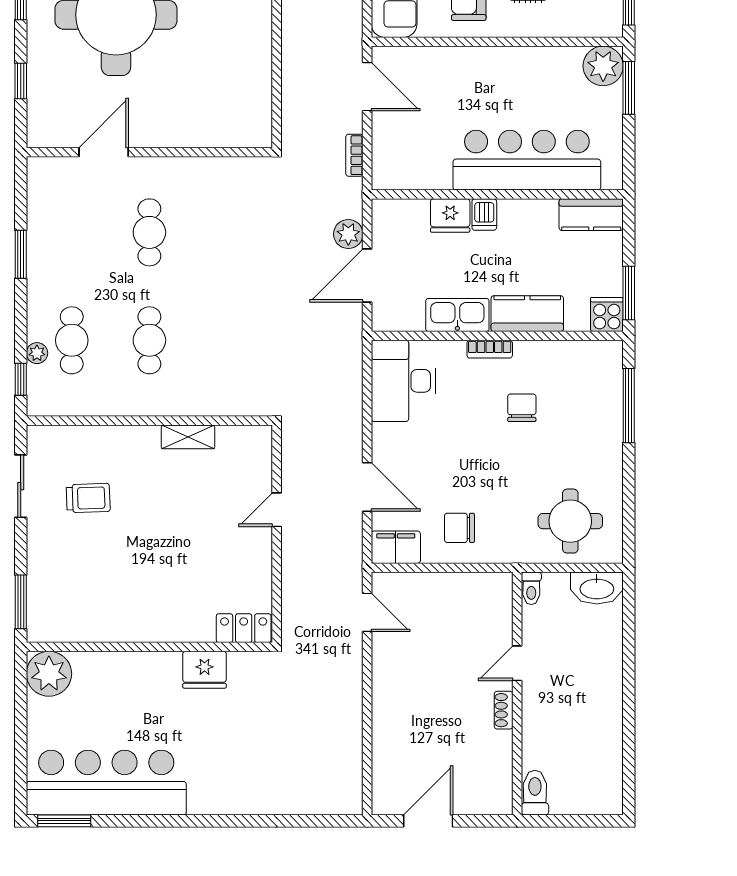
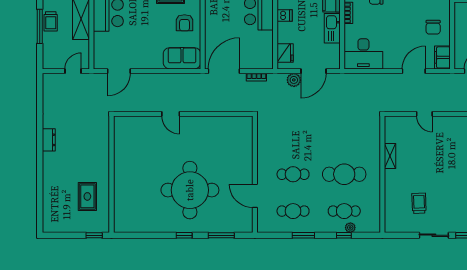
window: (21, 81) -> (221, 235), width x1.50
door: (367, 87) -> (224, 71), width x1.36
fridge: (450, 216) -> (285, 53), moved
cafe table: (72, 232) -> (293, 211), added
door: (367, 275) -> (313, 71), hinge flipped
cafe table: (149, 340) -> (344, 174), width x1.37, depth x1.35
window: (21, 379) -> (344, 235), moved
sliding door: (21, 486) -> (434, 235), moved

